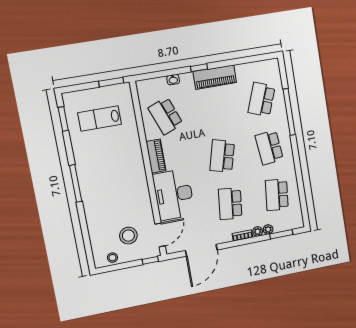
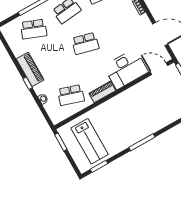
school desk: (166, 116) -> (71, 95), turned 39
lab bench: (100, 118) -> (90, 141), width x1.36, depth x1.39
school desk: (230, 204) -> (118, 25), removed
stool: (128, 236) -> (167, 92), removed

